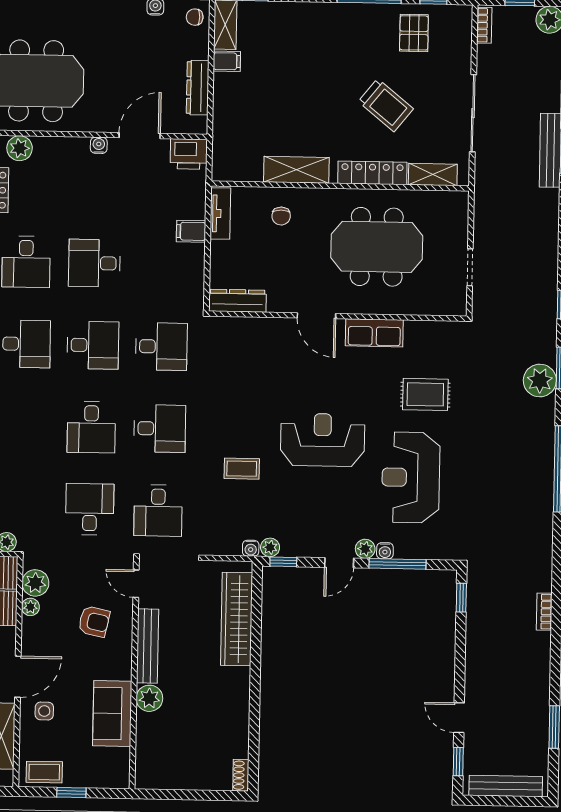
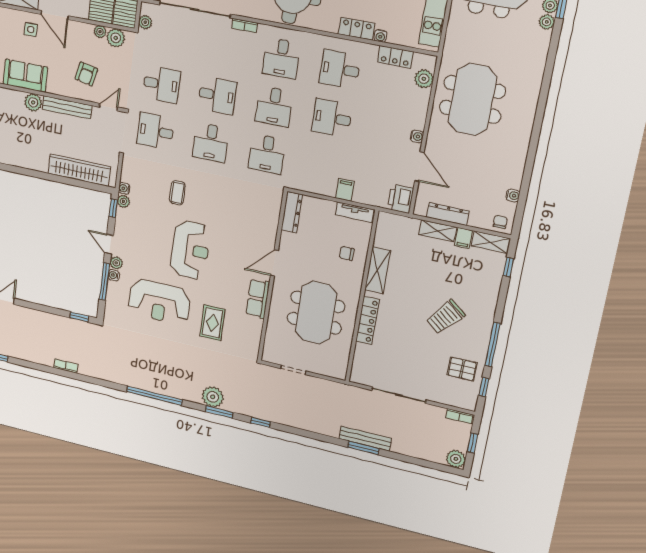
trolley: (386, 105) -> (445, 317), moved
shelving: (433, 174) -> (438, 231), moved, turned 90
desk: (94, 263) -> (332, 118), turned -90
desk: (91, 427) -> (217, 95), turned 180
reception desk: (411, 477) -> (159, 302), turned 180

